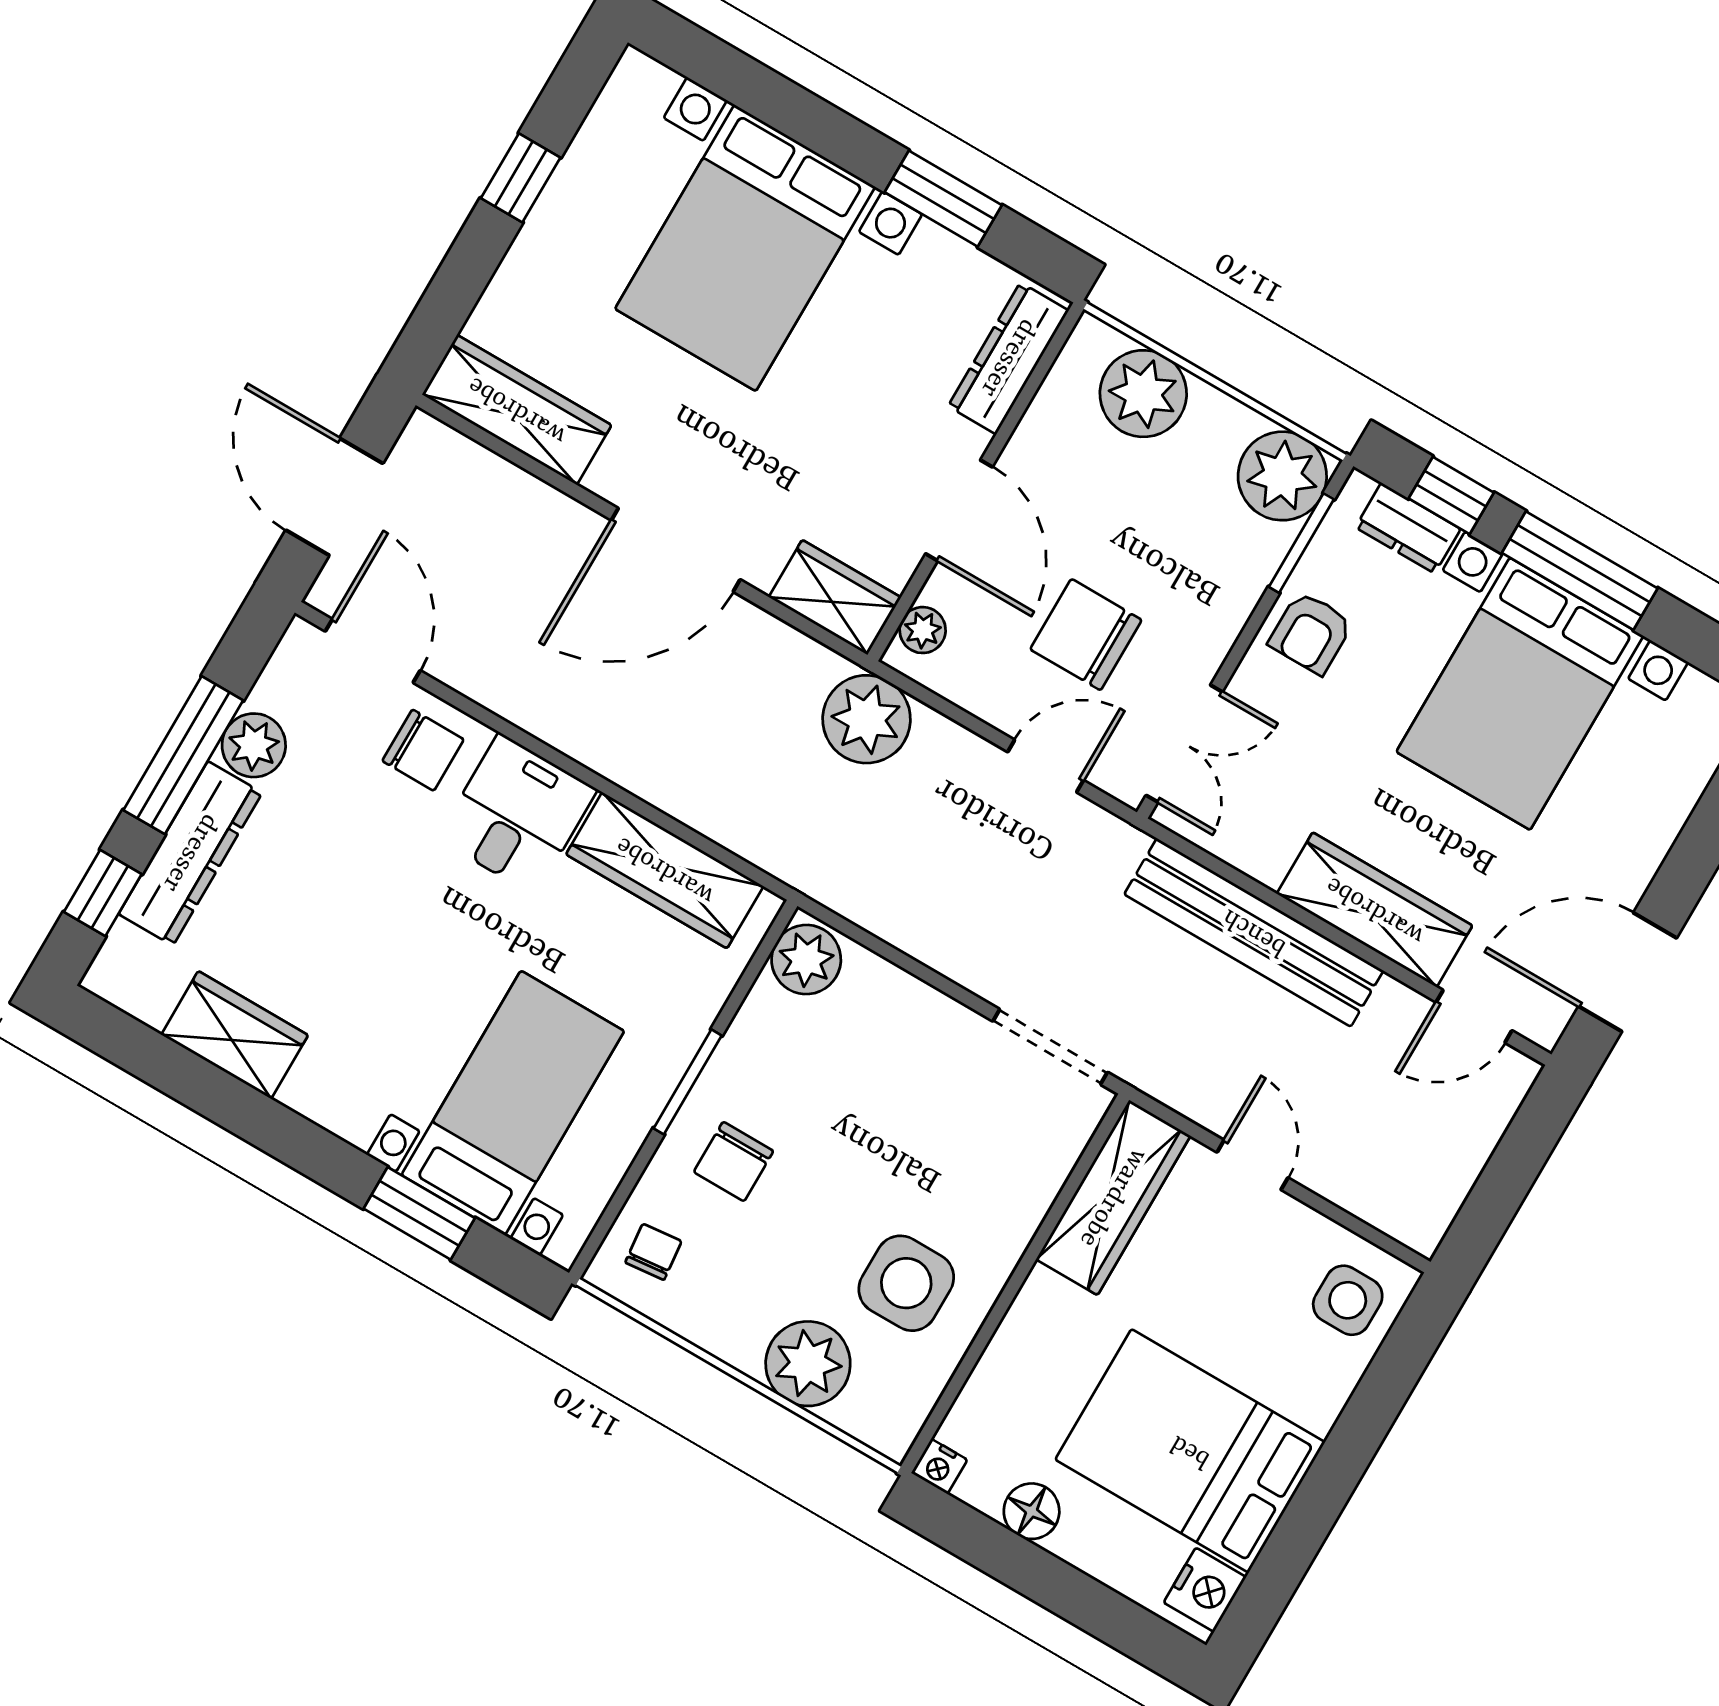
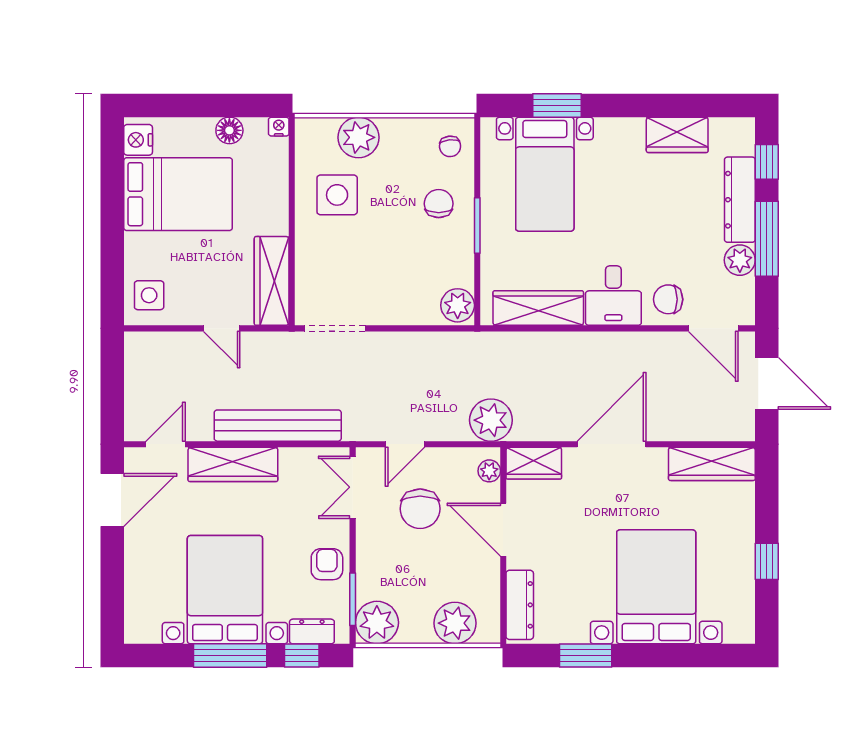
chair: (1086, 635) -> (420, 509), turned 90

